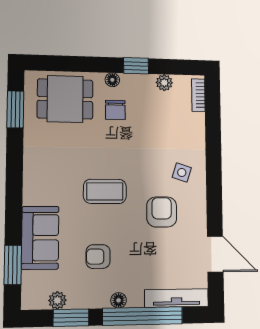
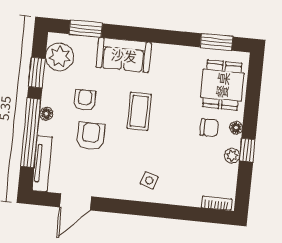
plant: (164, 83) -> (232, 156), moved
chair: (115, 110) -> (209, 128), turned 180
armchair: (162, 212) -> (91, 136), moved, turned -90
sofa: (40, 238) -> (124, 55), moved
plant: (57, 300) -> (59, 57), width x1.87, depth x1.87

